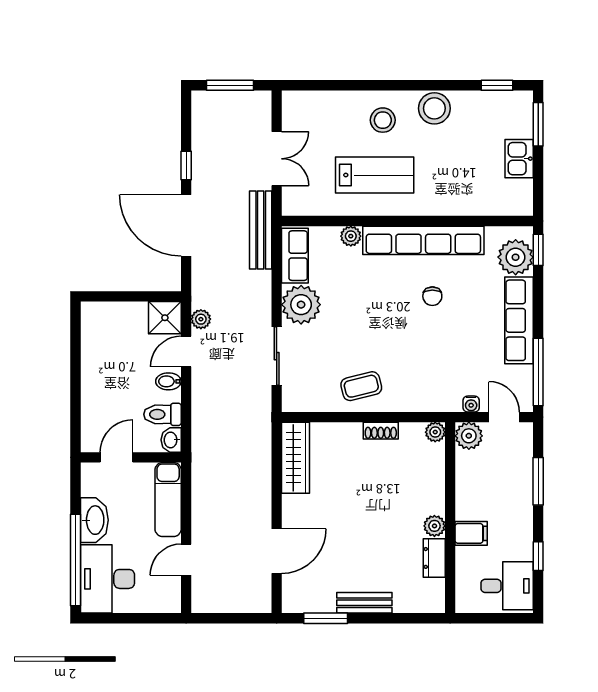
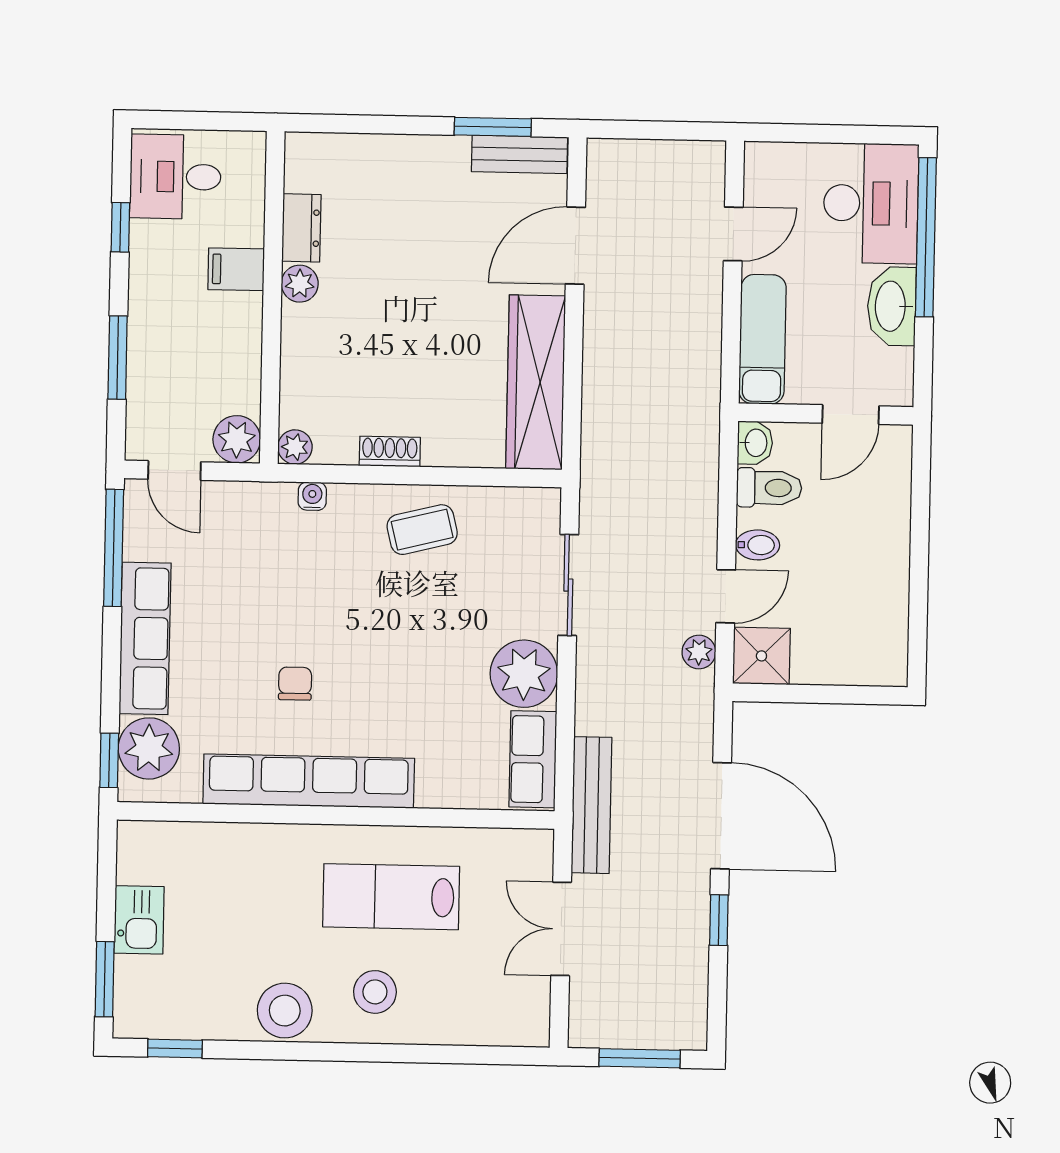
plant: (351, 236) -> (435, 791), removed
water cooler: (471, 404) -> (312, 496), moved
wardrobe: (295, 458) -> (536, 382), width x1.40, depth x1.17
bench: (364, 603) -> (520, 154), moved

